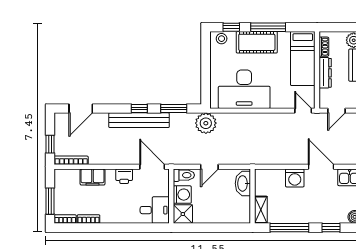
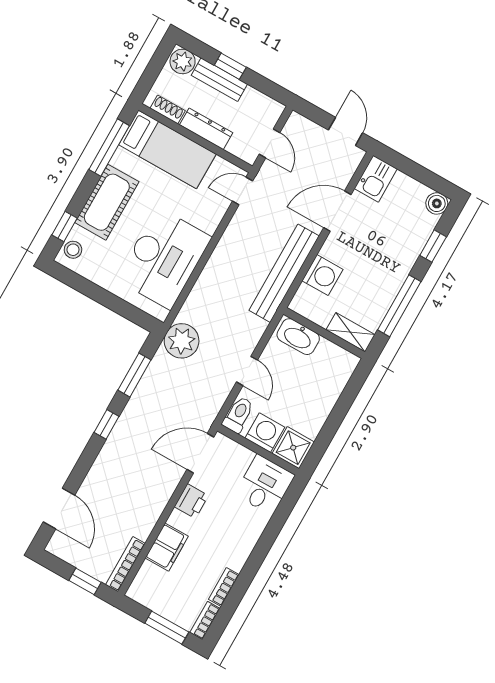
window: (268, 27) -> (109, 148), moved
bench: (139, 120) -> (284, 273), moved
washing machine: (295, 178) -> (323, 275), moved

